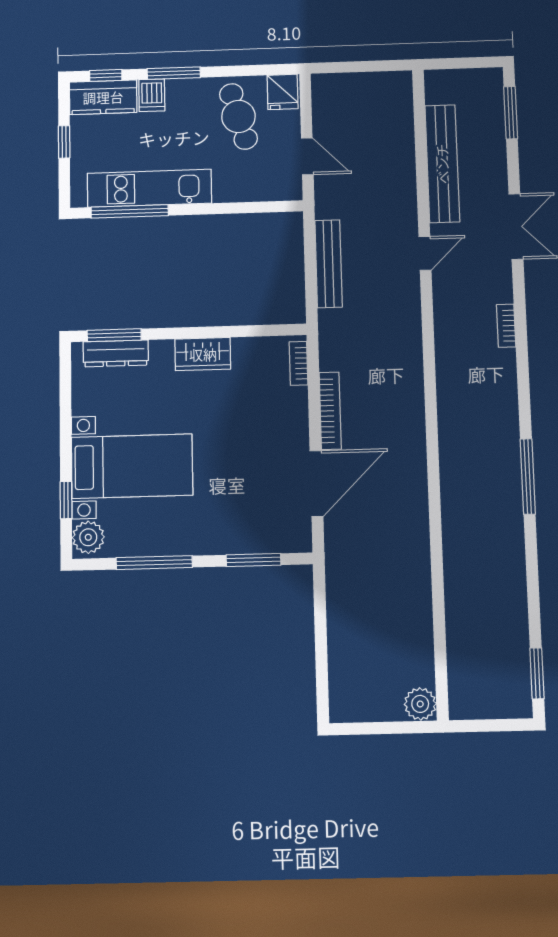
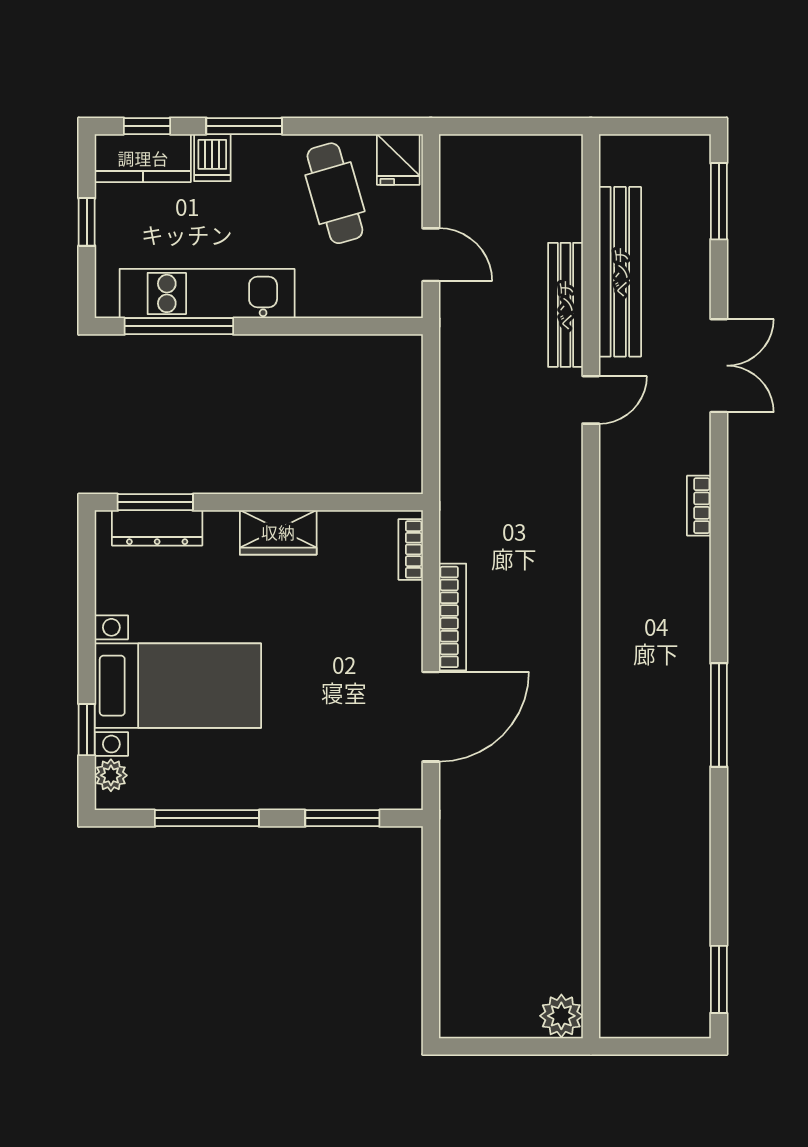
bench: (329, 264) -> (565, 305), moved
plant: (88, 537) -> (111, 775), width x0.73, depth x0.73

